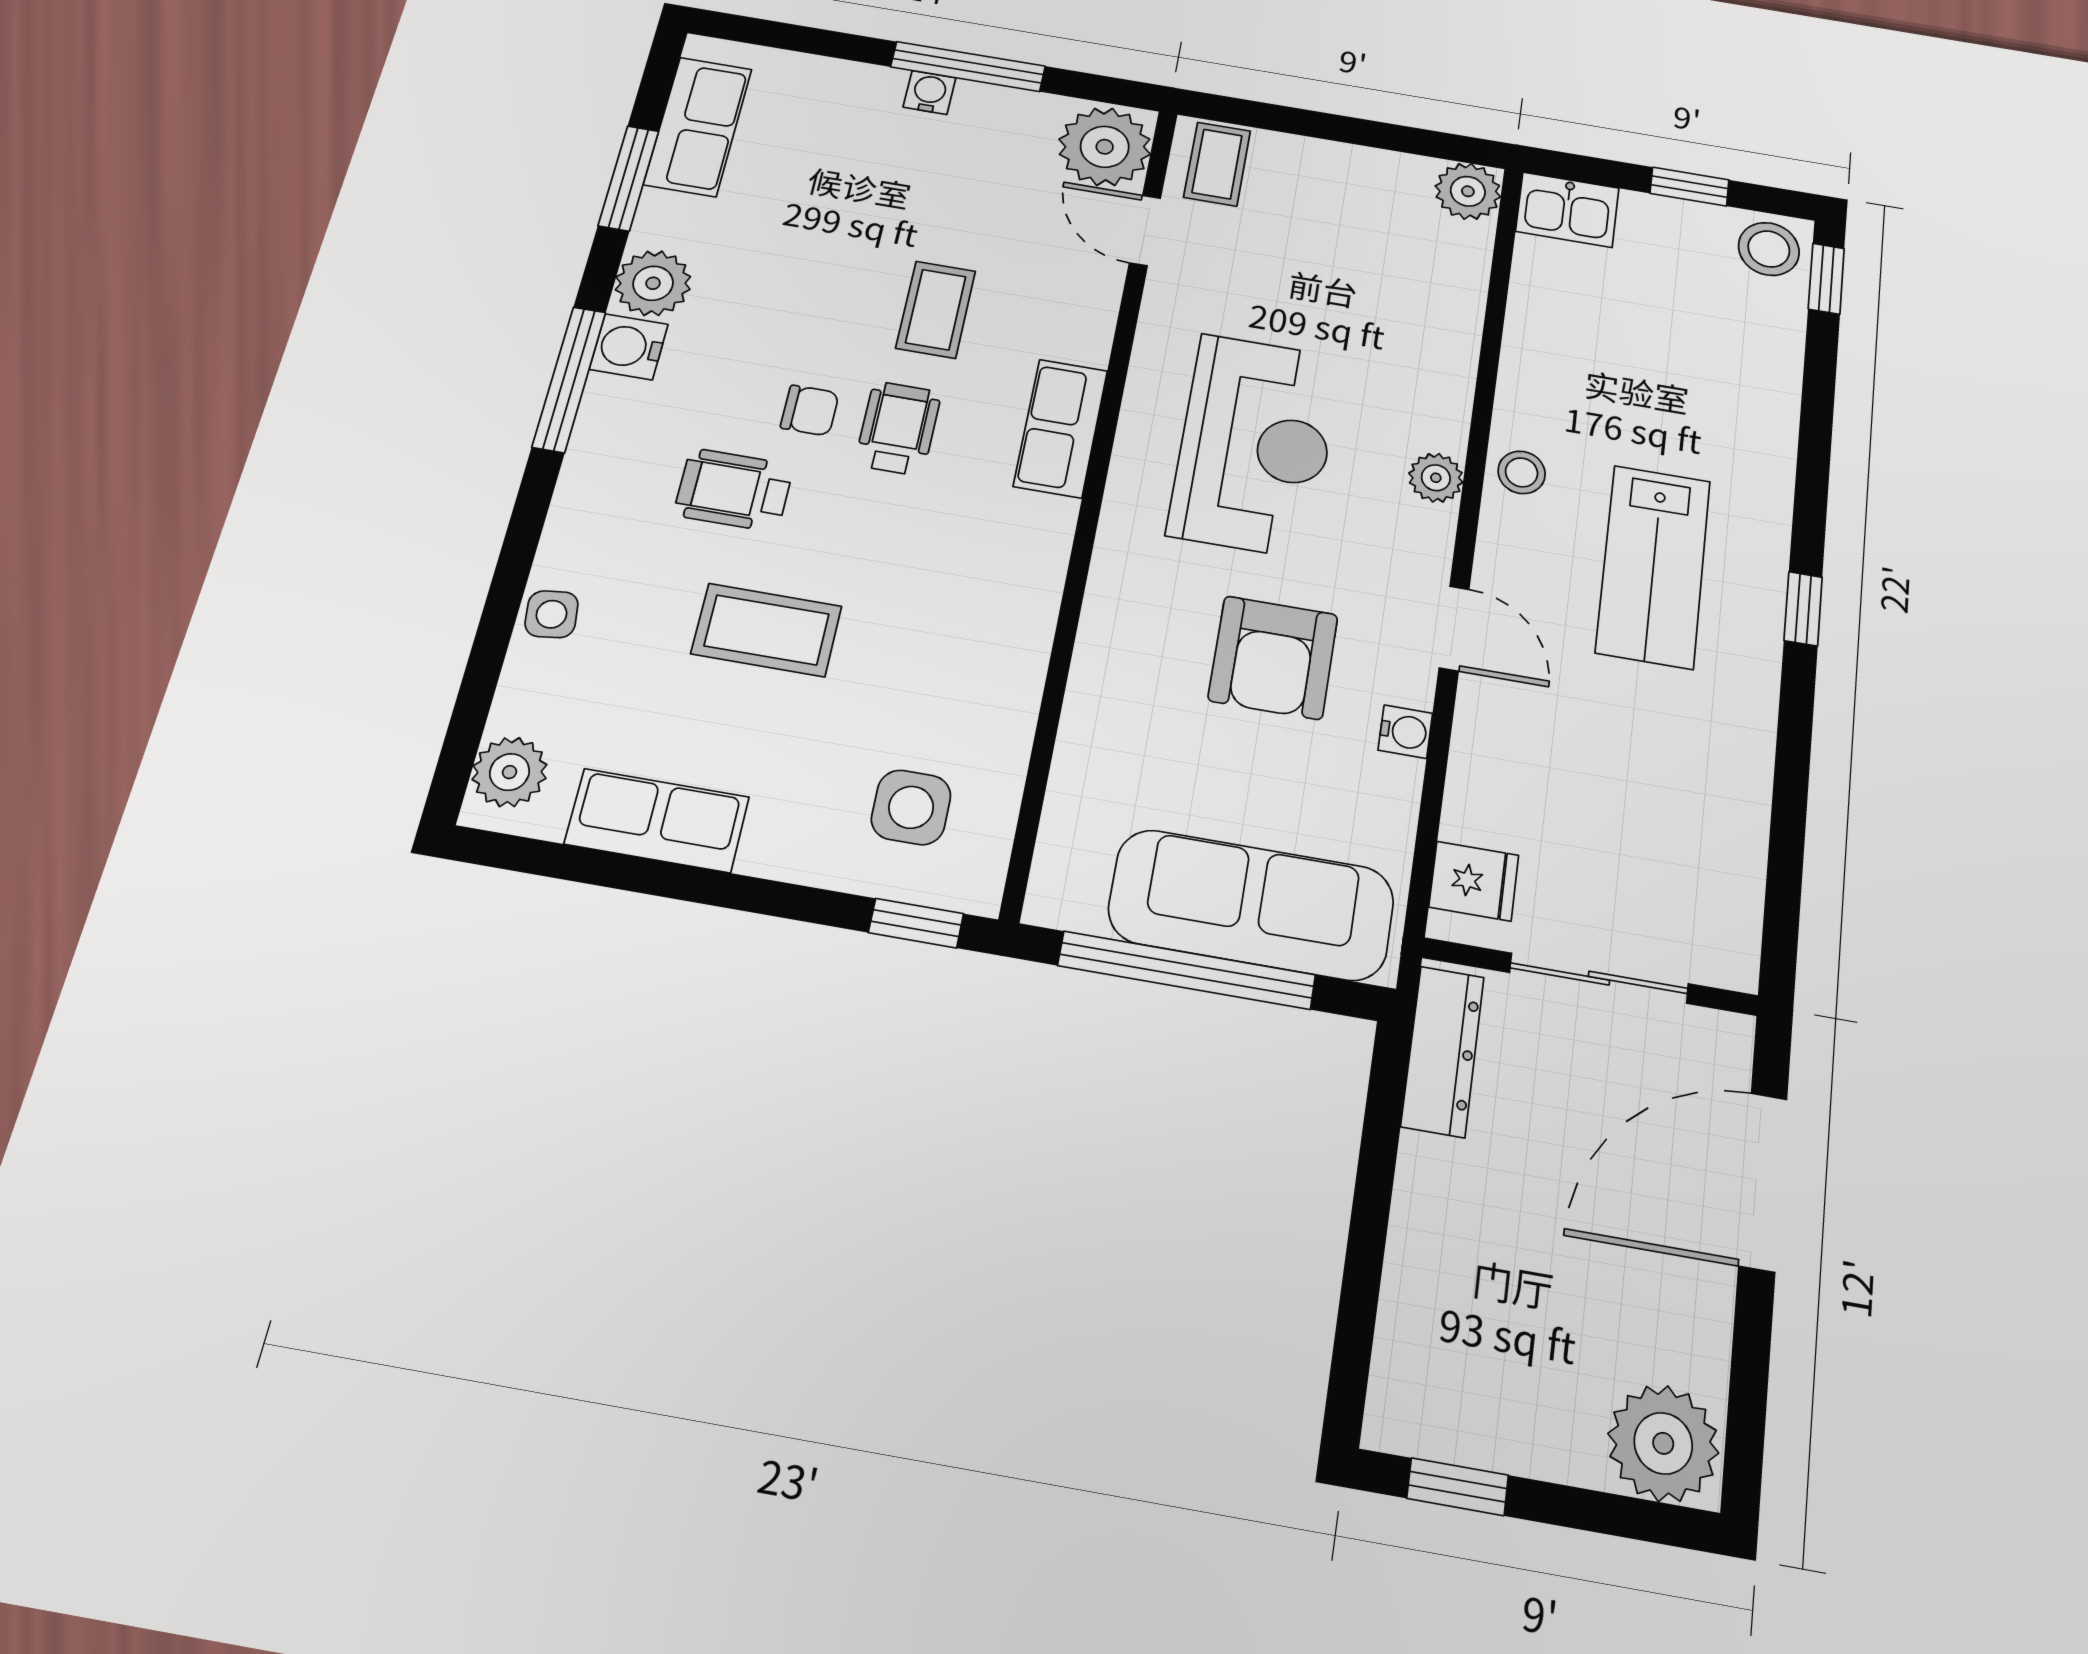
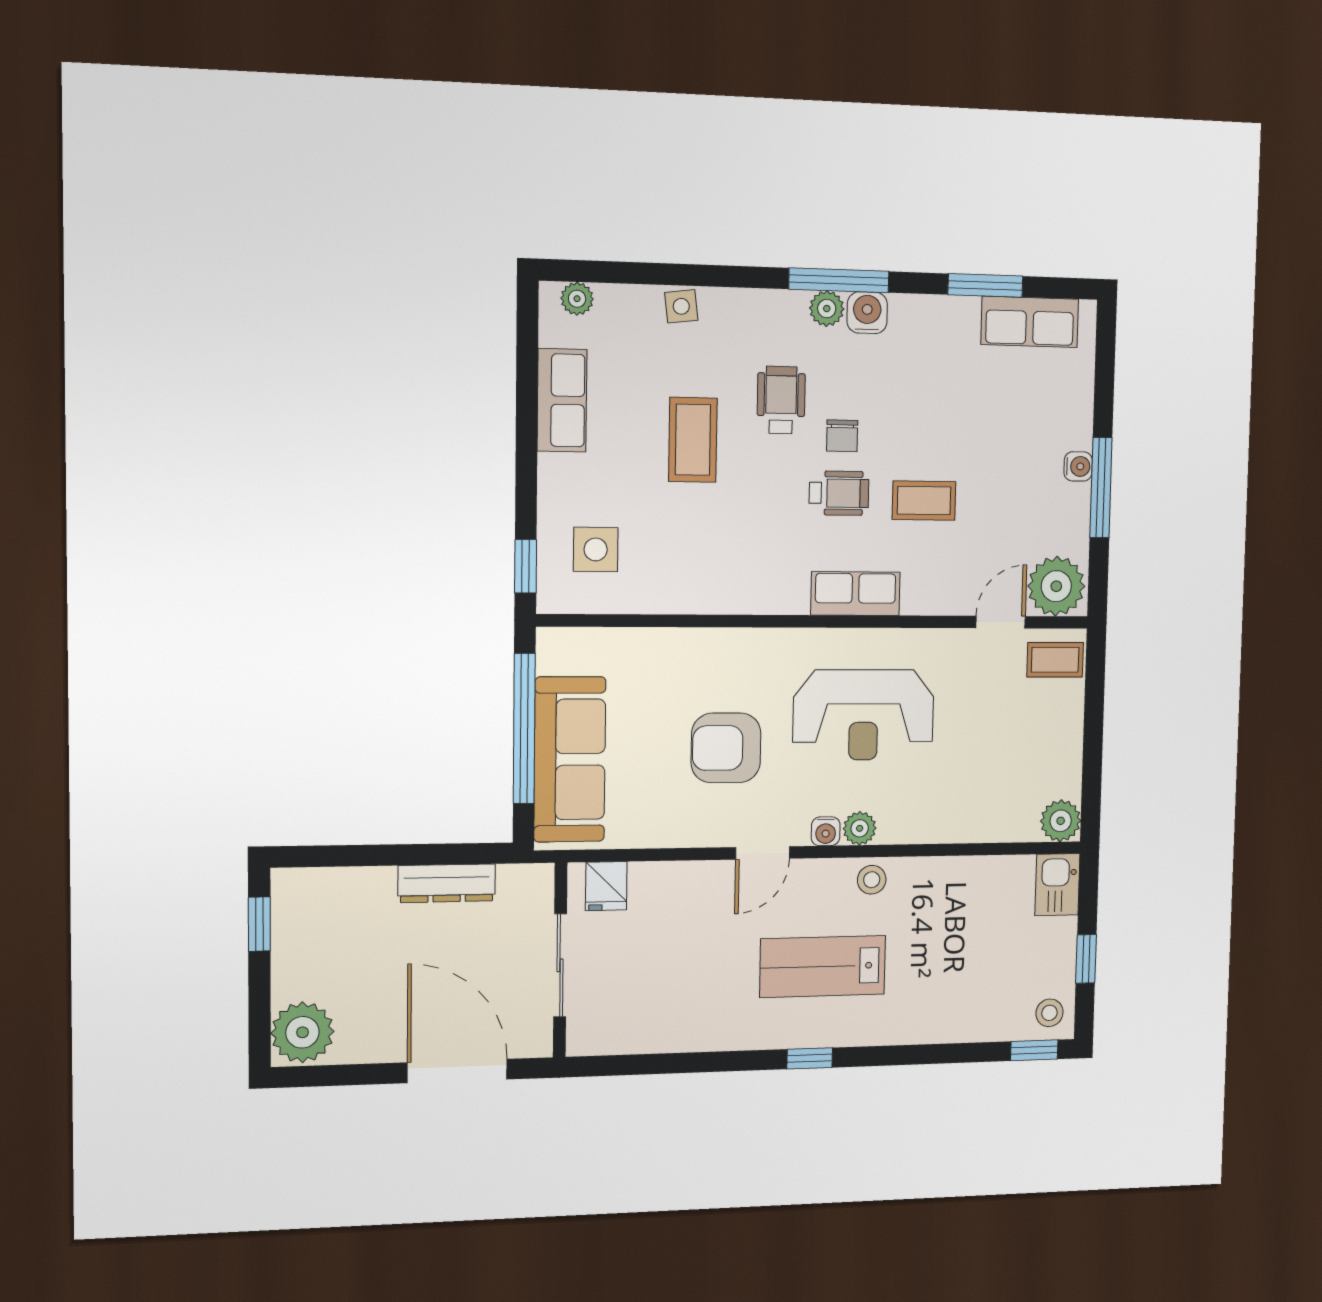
stool: (1769, 249) -> (1049, 1013), width x0.73, depth x0.73
plant: (653, 283) -> (827, 309), moved, width x0.73, depth x0.73
water cooler: (1405, 732) -> (826, 831), moved
plant: (510, 772) -> (577, 299), width x0.73, depth x0.73
dresser: (1443, 1051) -> (447, 883), moved

